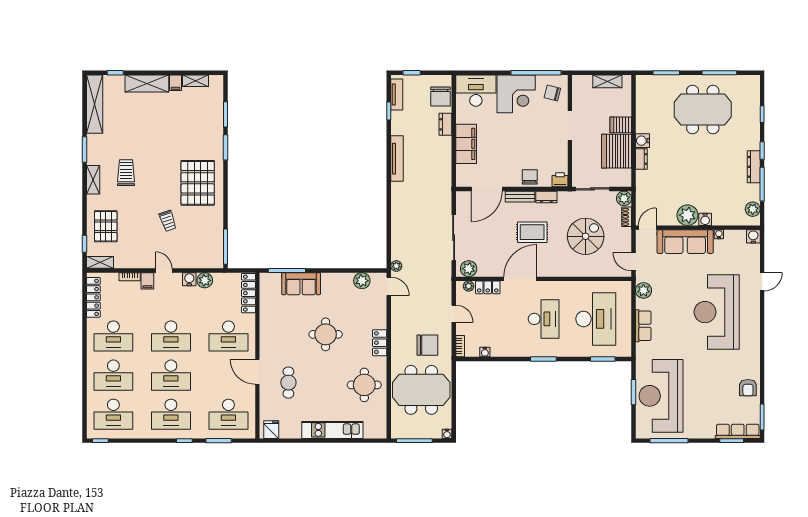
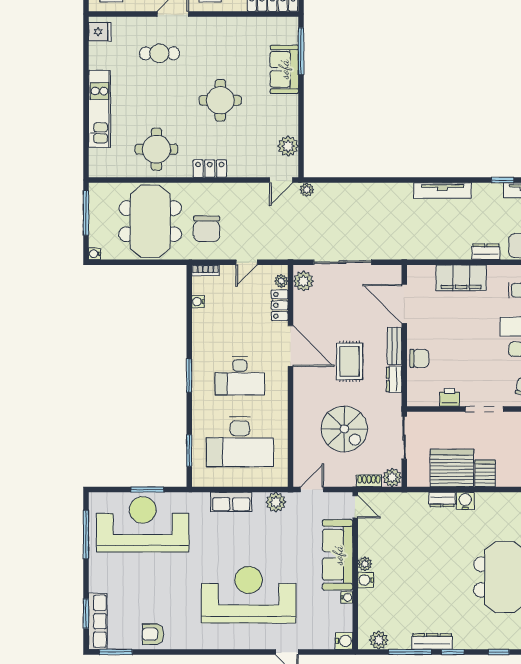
printer: (560, 180) -> (450, 397), moved, turned -90
plant: (687, 215) -> (365, 564), width x0.53, depth x0.53

